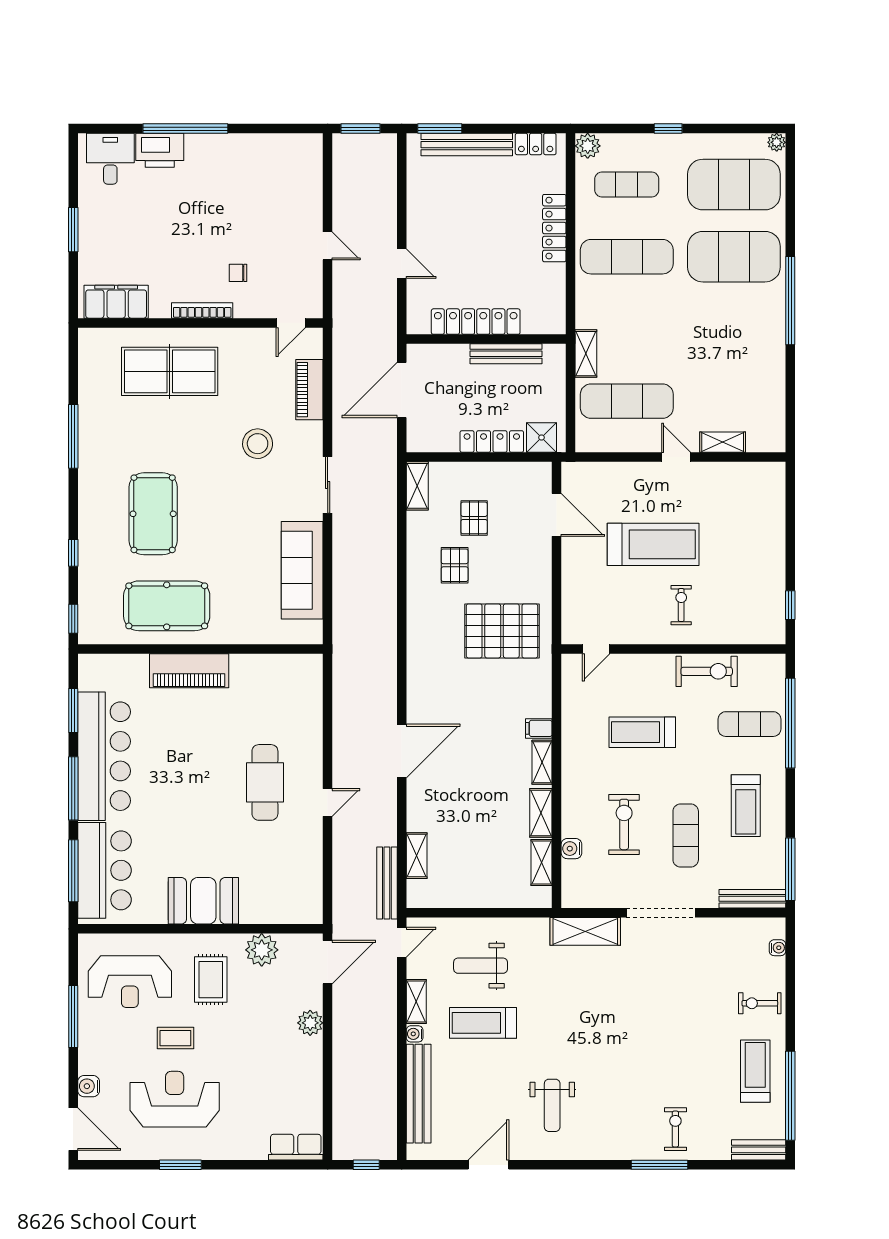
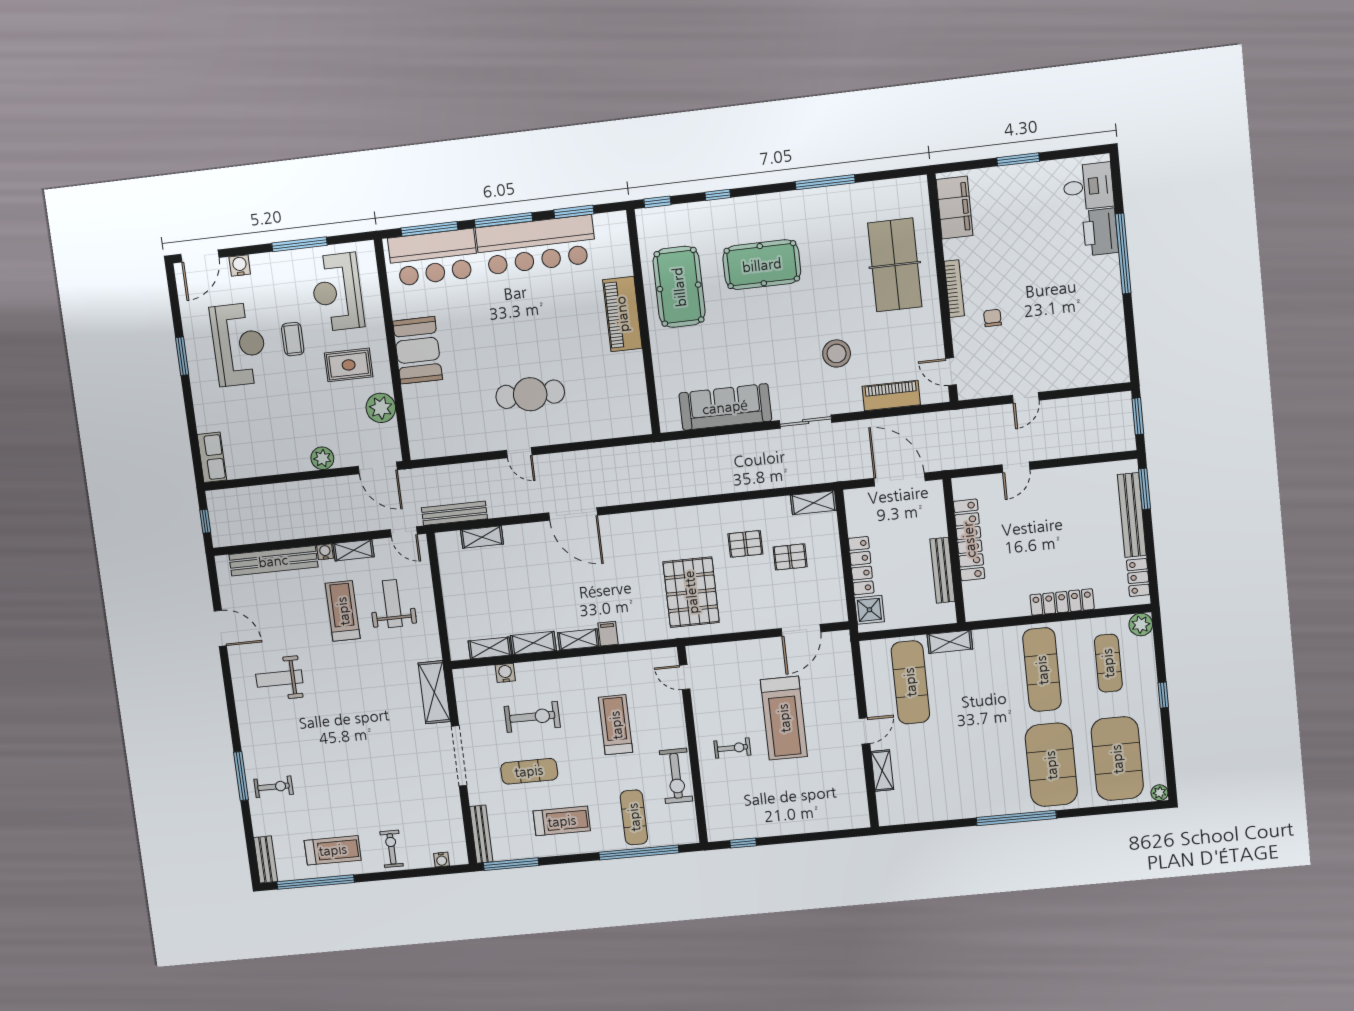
treadmill: (746, 806) -> (562, 821), turned 180

